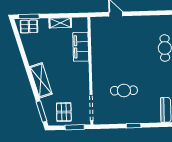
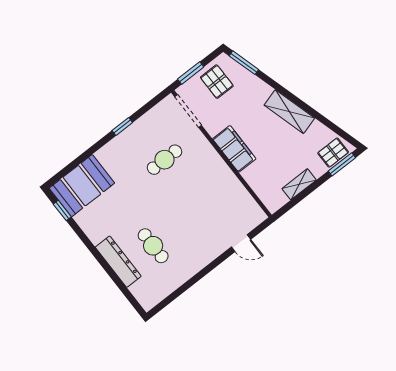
filing cabinet: (81, 47) -> (234, 149), moved
shelving: (41, 80) -> (289, 112), moved

